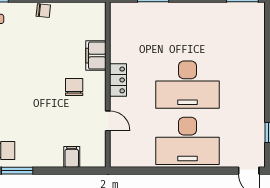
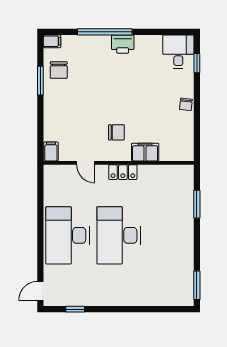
door: (108, 121) -> (86, 163), hinge flipped
filing cabinet: (72, 157) -> (51, 152), moved, turned -90

